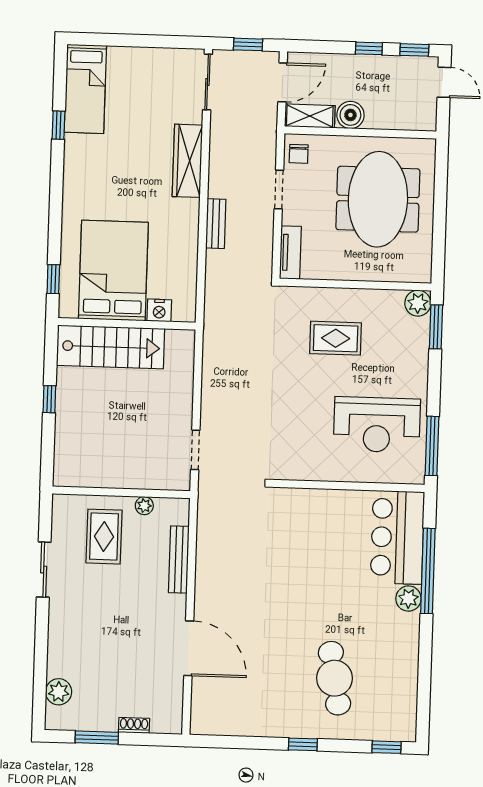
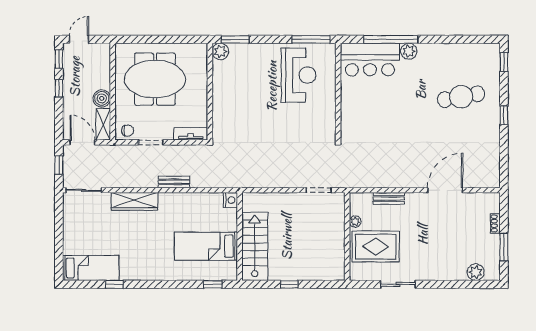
bed: (113, 271) -> (206, 246), width x0.67
nightstand: (159, 310) -> (230, 200), moved
rug: (336, 338) -> (244, 103), removed
rug: (104, 537) -> (376, 247), width x1.36, depth x1.43
bench: (179, 560) -> (389, 198), width x0.73

